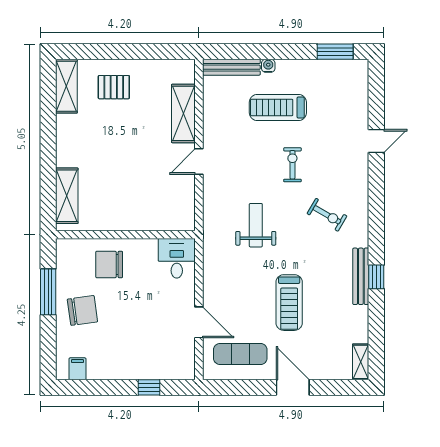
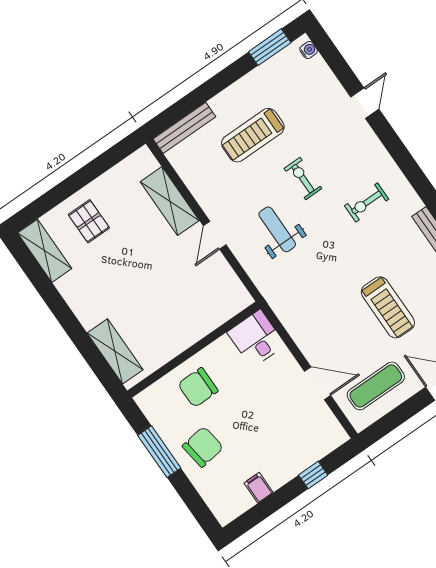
water cooler: (268, 66) -> (309, 50), moved, turned 90
pallet: (114, 87) -> (89, 221), turned 90
exercise bike: (327, 215) -> (367, 202), turned 150
weight bench: (256, 225) -> (277, 229), moved
filing cabinet: (77, 369) -> (259, 488), moved

